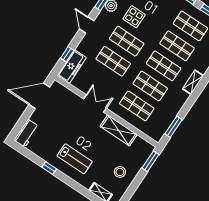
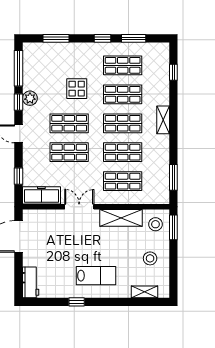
display table: (134, 17) -> (77, 89), moved
freezer: (72, 66) -> (41, 195), moved, turned -90
stool: (140, 151) -> (155, 224), added

